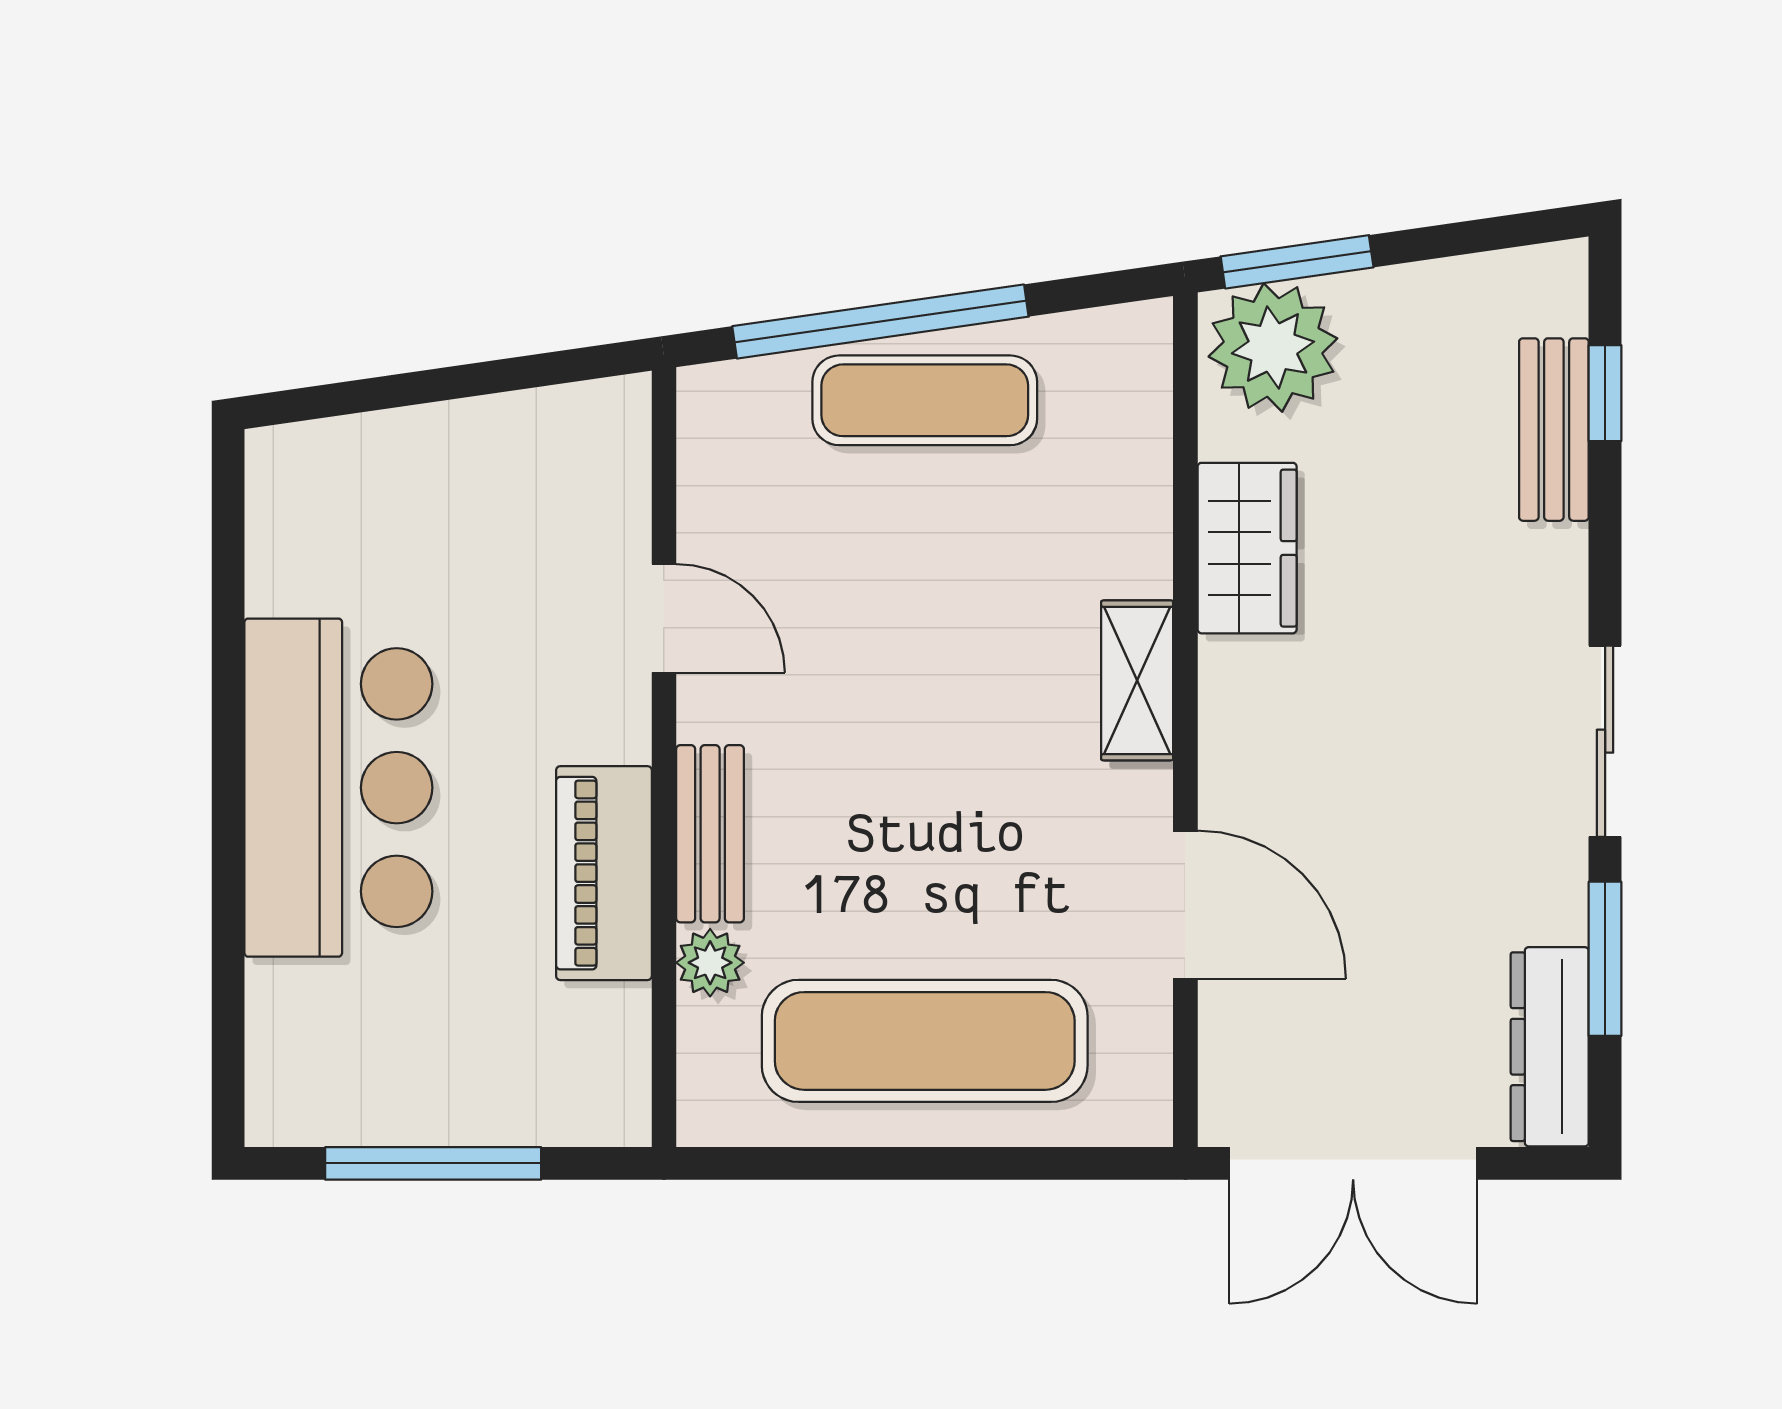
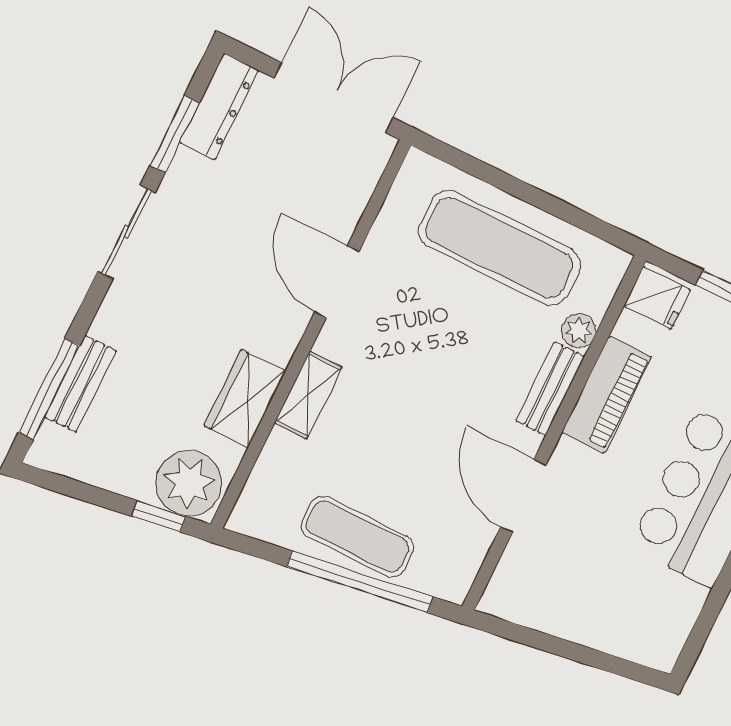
window: (1297, 262) -> (159, 516), width x0.67
window: (1605, 393) -> (49, 389), width x2.17
door: (664, 618) -> (523, 496), width x1.38
shelving: (1137, 680) -> (308, 395), moved
door: (1185, 905) -> (337, 282), moved
fridge: (599, 1090) -> (657, 298), added

